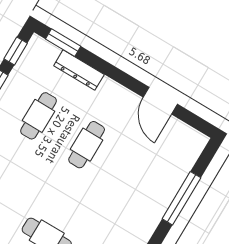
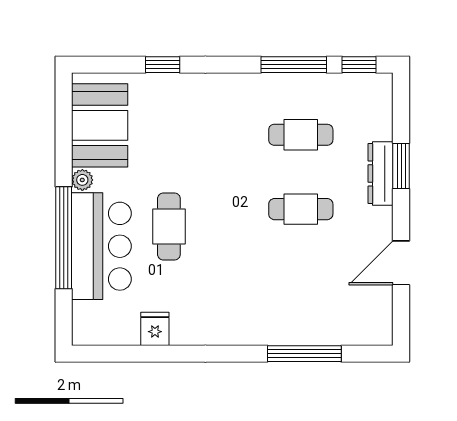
window: (63, 43) -> (401, 166), moved
dresser: (79, 70) -> (381, 174), moved

